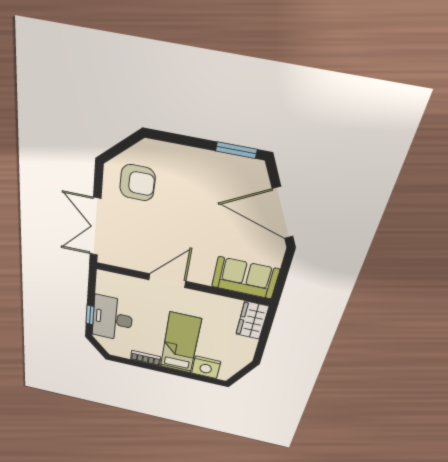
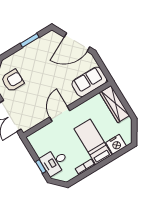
window: (236, 150) -> (30, 40), moved
desk: (113, 319) -> (54, 162), width x0.73
wardrobe: (252, 320) -> (114, 104), width x1.50

